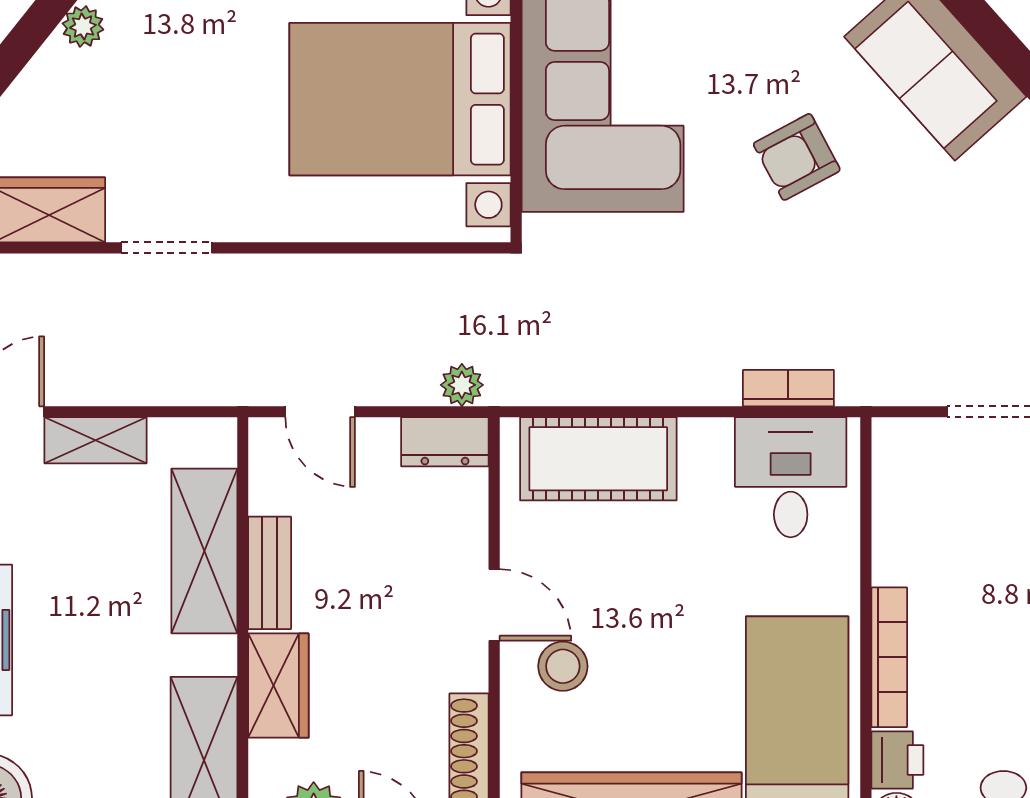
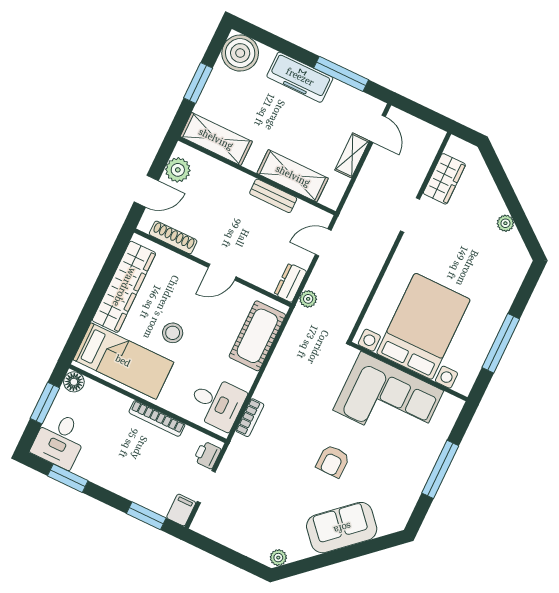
armchair: (797, 157) -> (333, 461), turned -151
bookcase: (889, 657) -> (157, 418), moved
stool: (563, 666) -> (173, 333), moved
wardrobe: (278, 686) -> (230, 179), removed
printer: (897, 760) -> (207, 455), moved, turned 90

